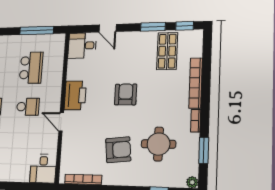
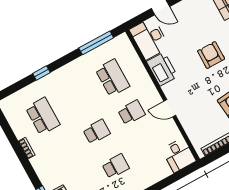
desk: (82, 46) -> (149, 38), width x1.37
printer: (75, 95) -> (162, 69), moved

